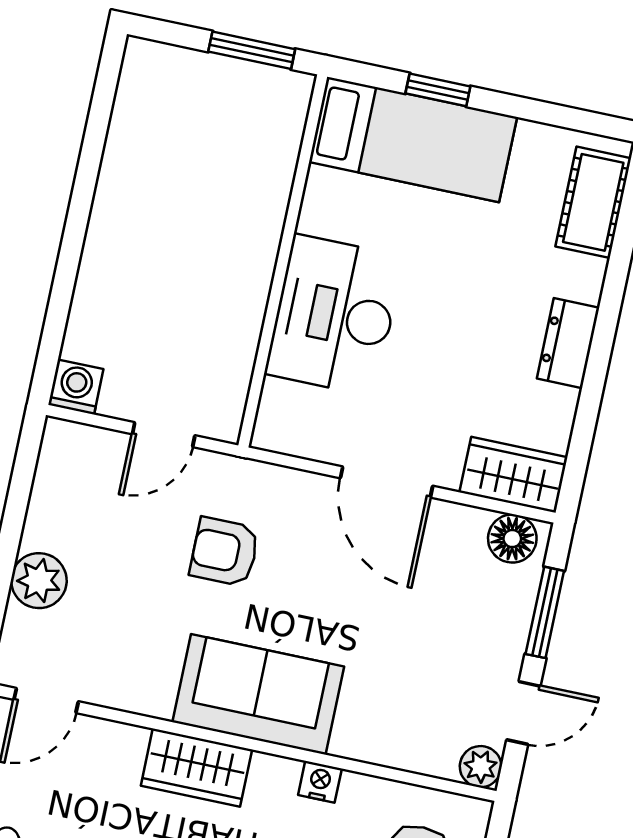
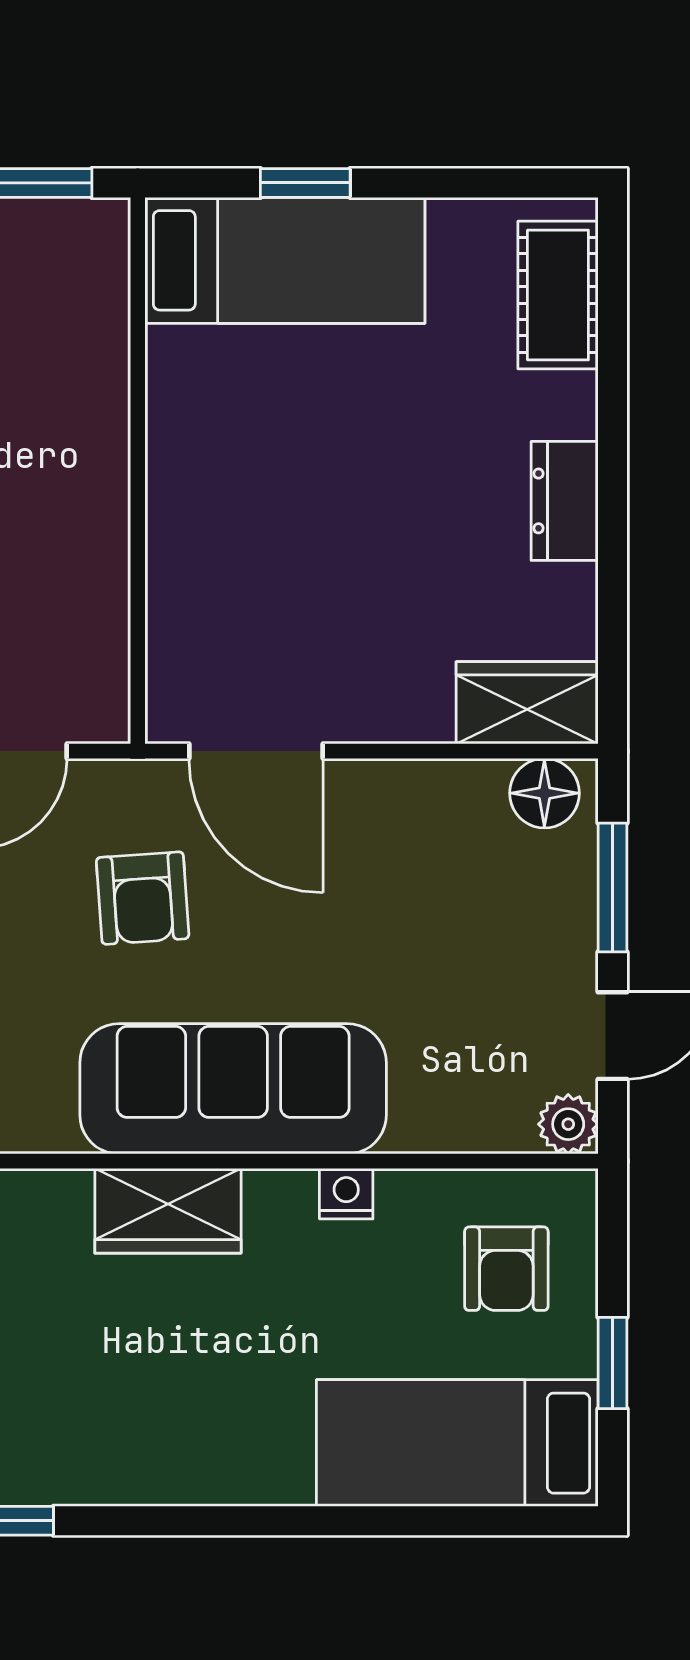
desk: (334, 315) -> (227, 532), removed
door: (387, 482) -> (256, 751), moved
armchair: (224, 552) -> (143, 898), turned -94
sofa: (258, 694) -> (233, 1089), width x1.36

